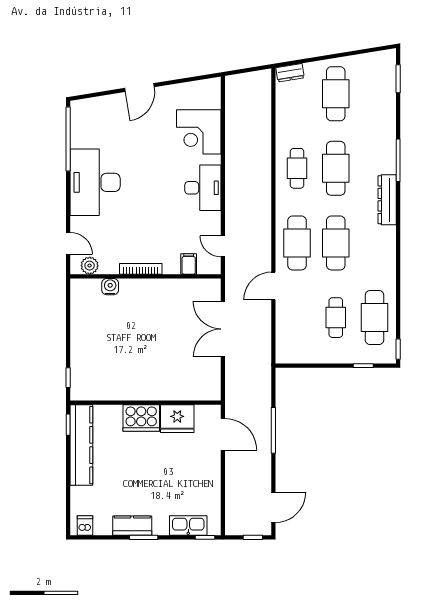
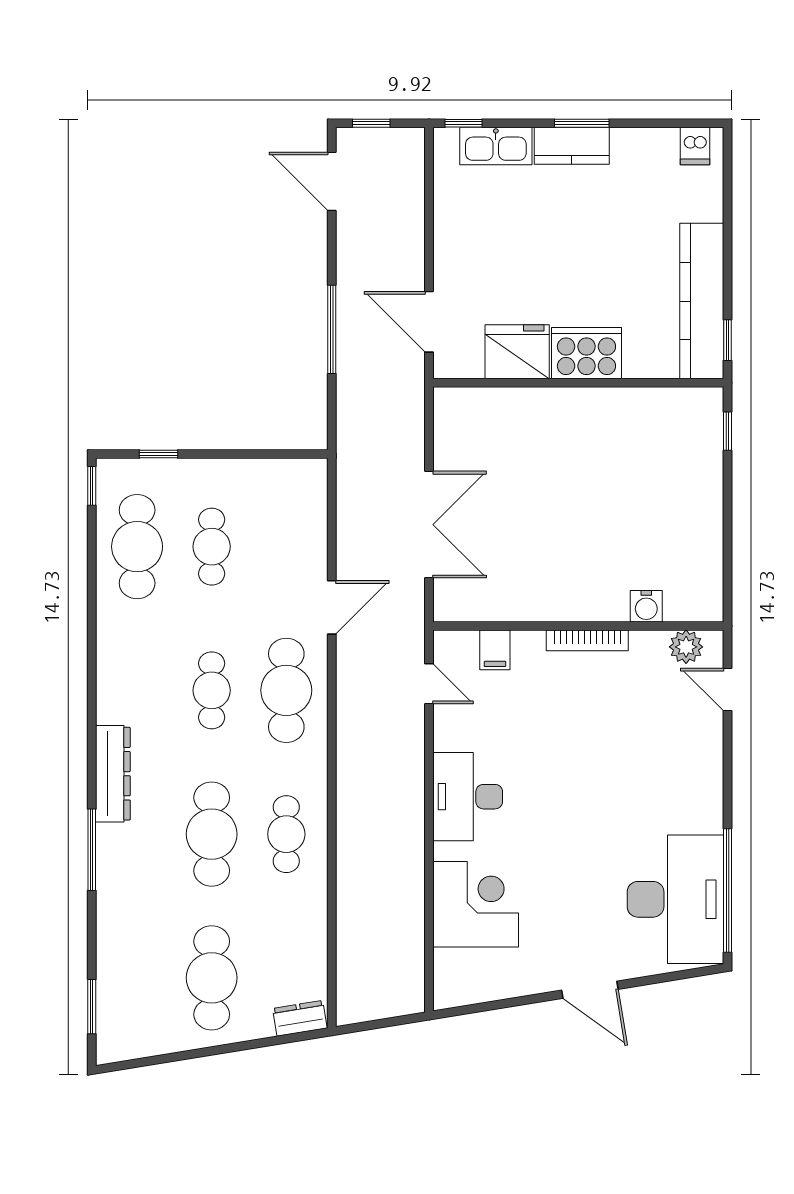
door: (139, 88) -> (590, 990), swing flipped
desk: (95, 182) -> (675, 899), moved
cafe table: (336, 243) -> (212, 690), width x0.73, depth x0.74
door: (273, 507) -> (332, 181), hinge flipped
kitchen counter: (132, 526) -> (572, 146), moved

